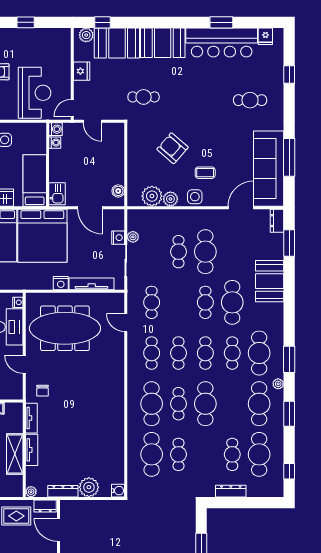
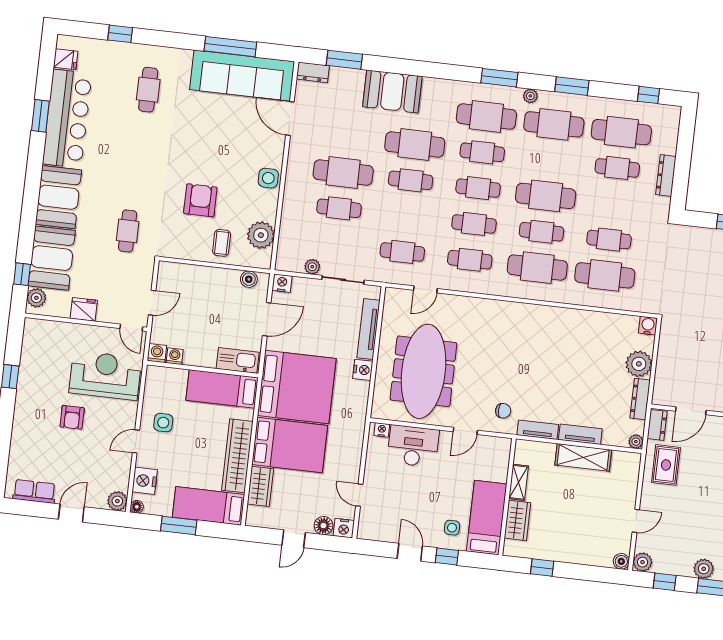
armchair: (173, 148) -> (200, 200), turned 139
coffee table: (205, 173) -> (222, 243), moved
kitchen sink: (57, 194) -> (238, 360), width x1.38
plant: (170, 199) -> (268, 211), removed
nightstand: (118, 238) -> (282, 283), moved

